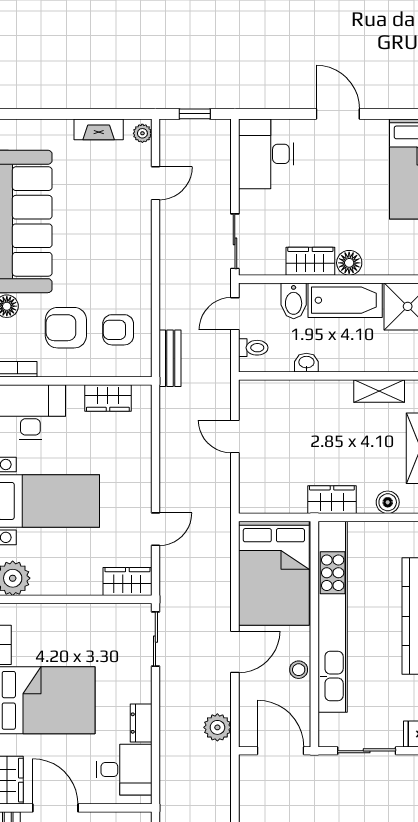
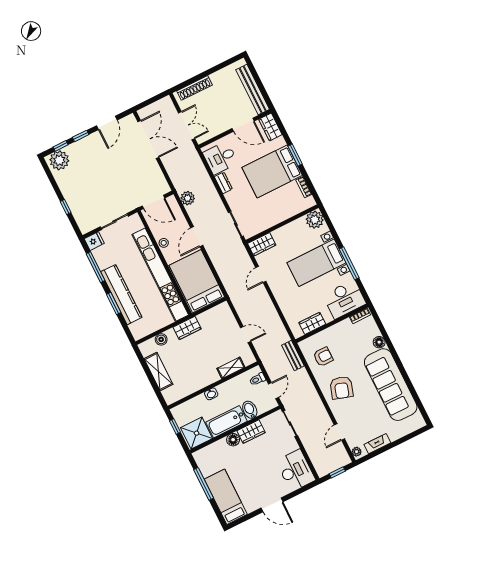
armchair: (66, 328) -> (341, 388), moved, turned 108
washbasin: (306, 363) -> (211, 394), moved
shelving: (379, 391) -> (231, 368), moved

